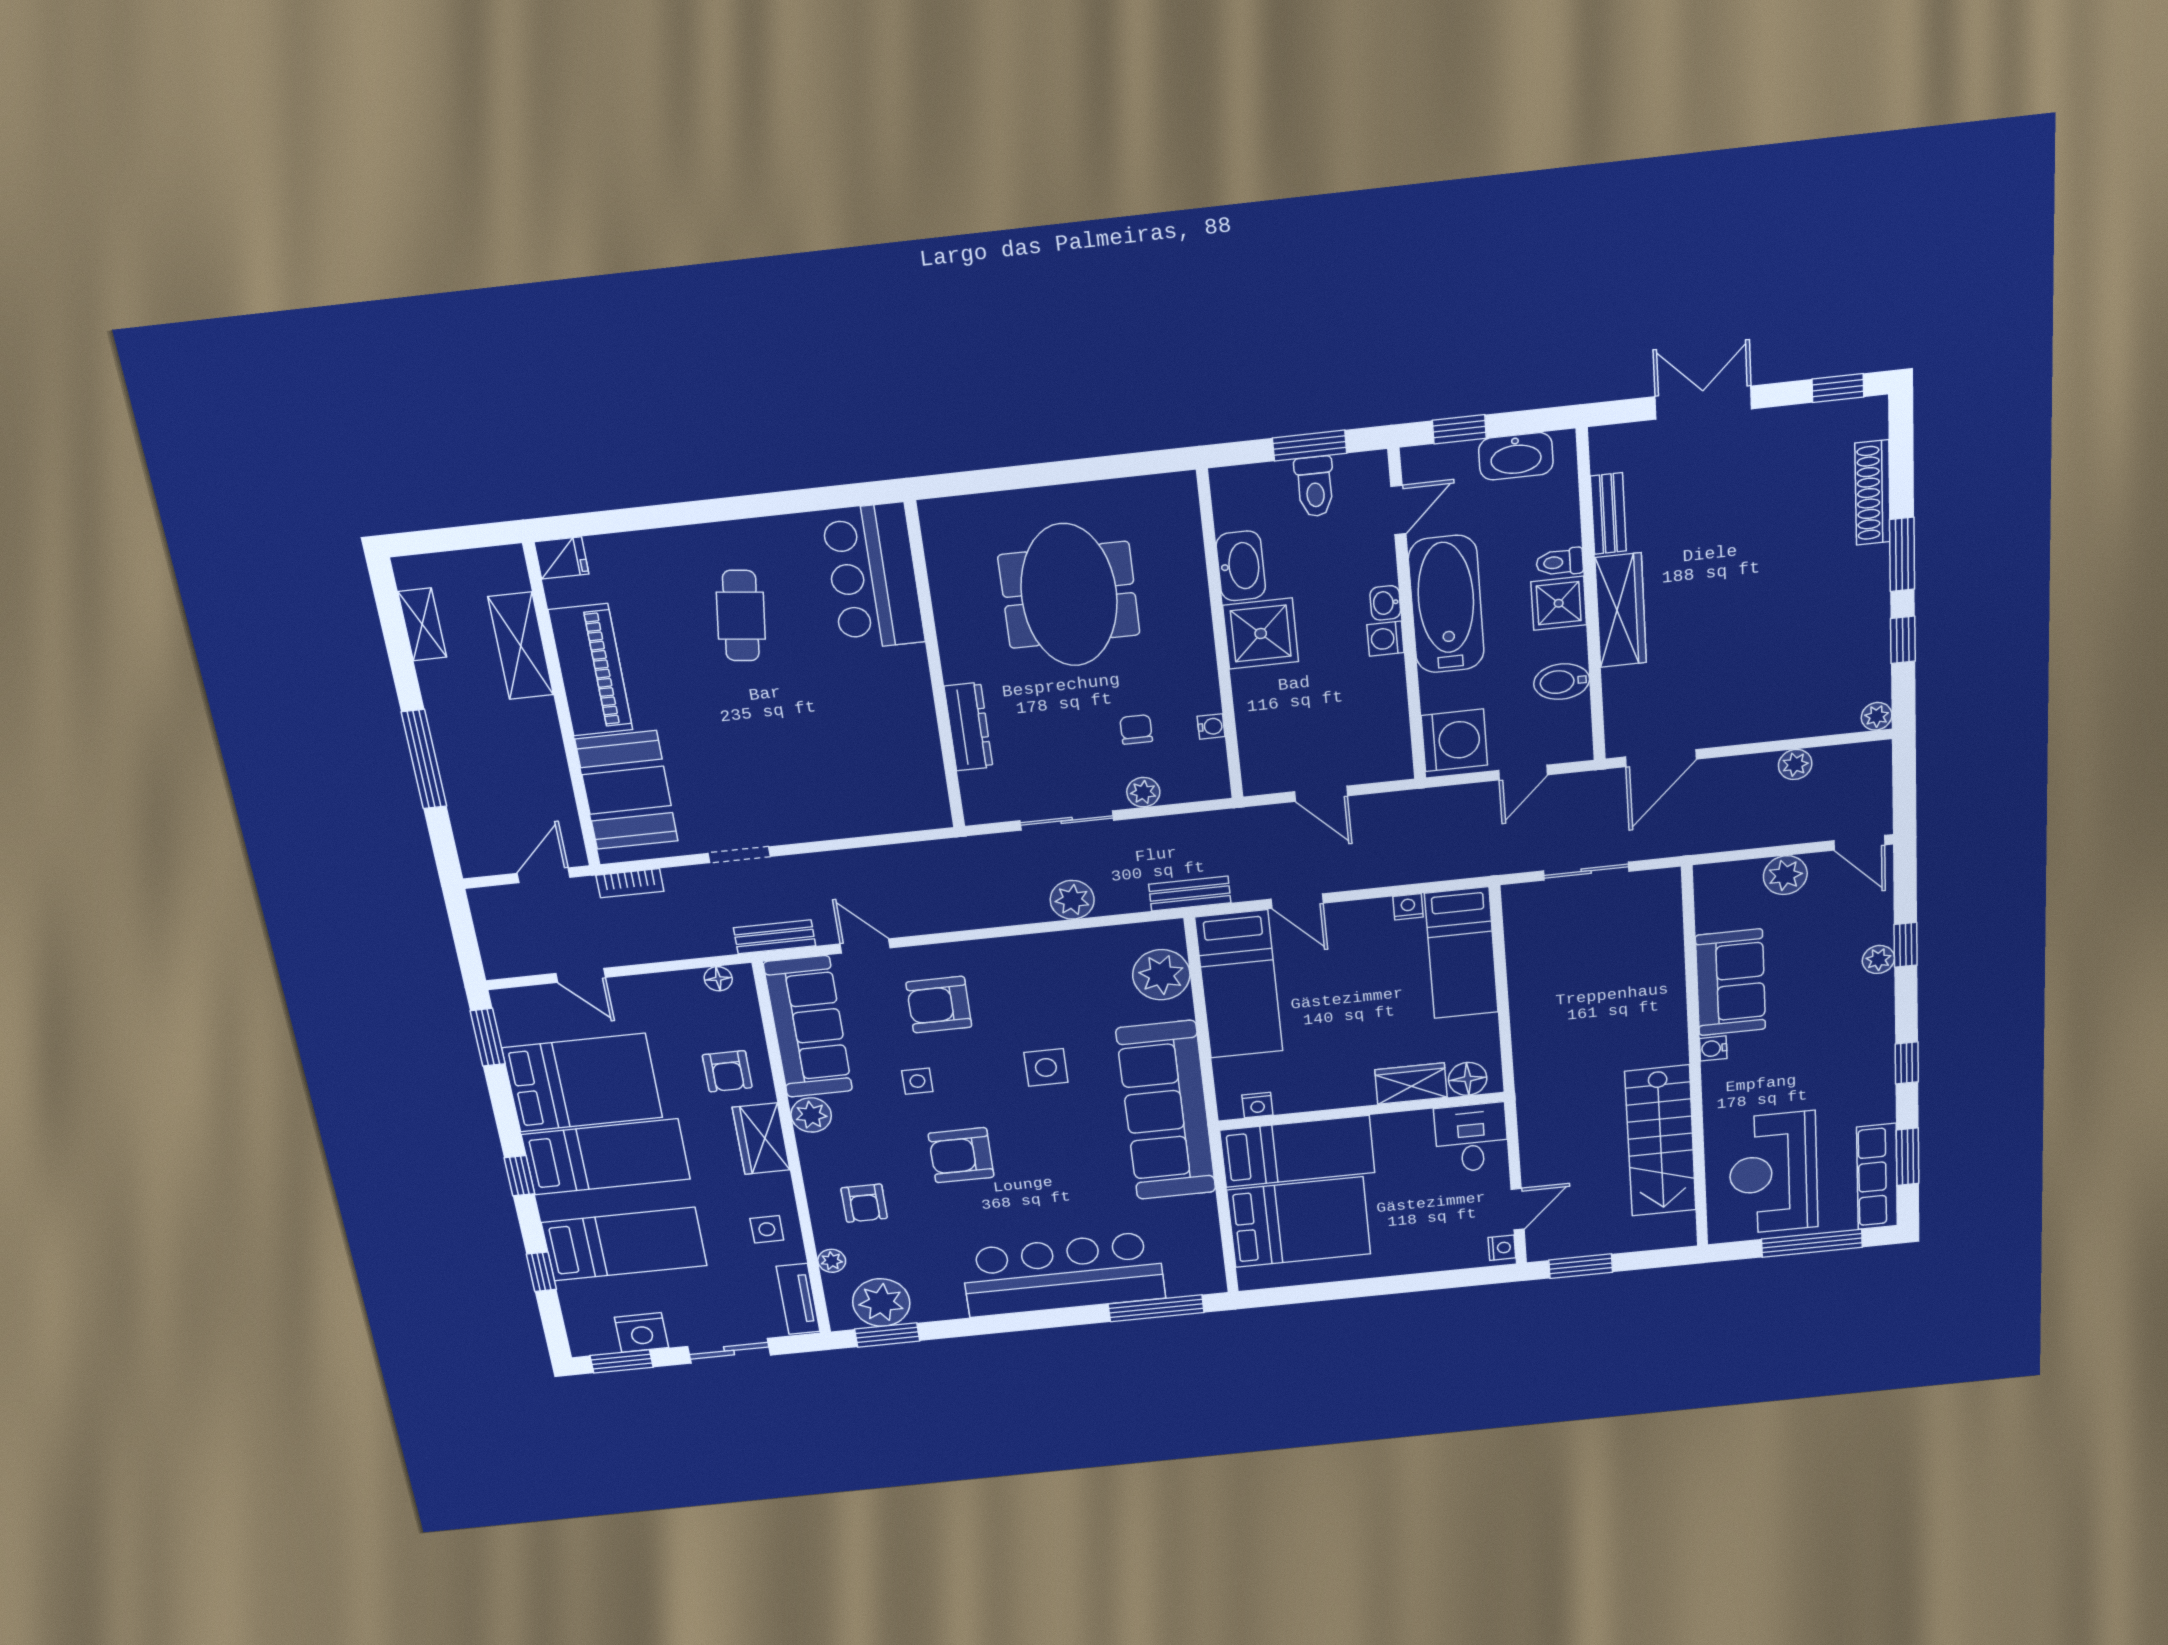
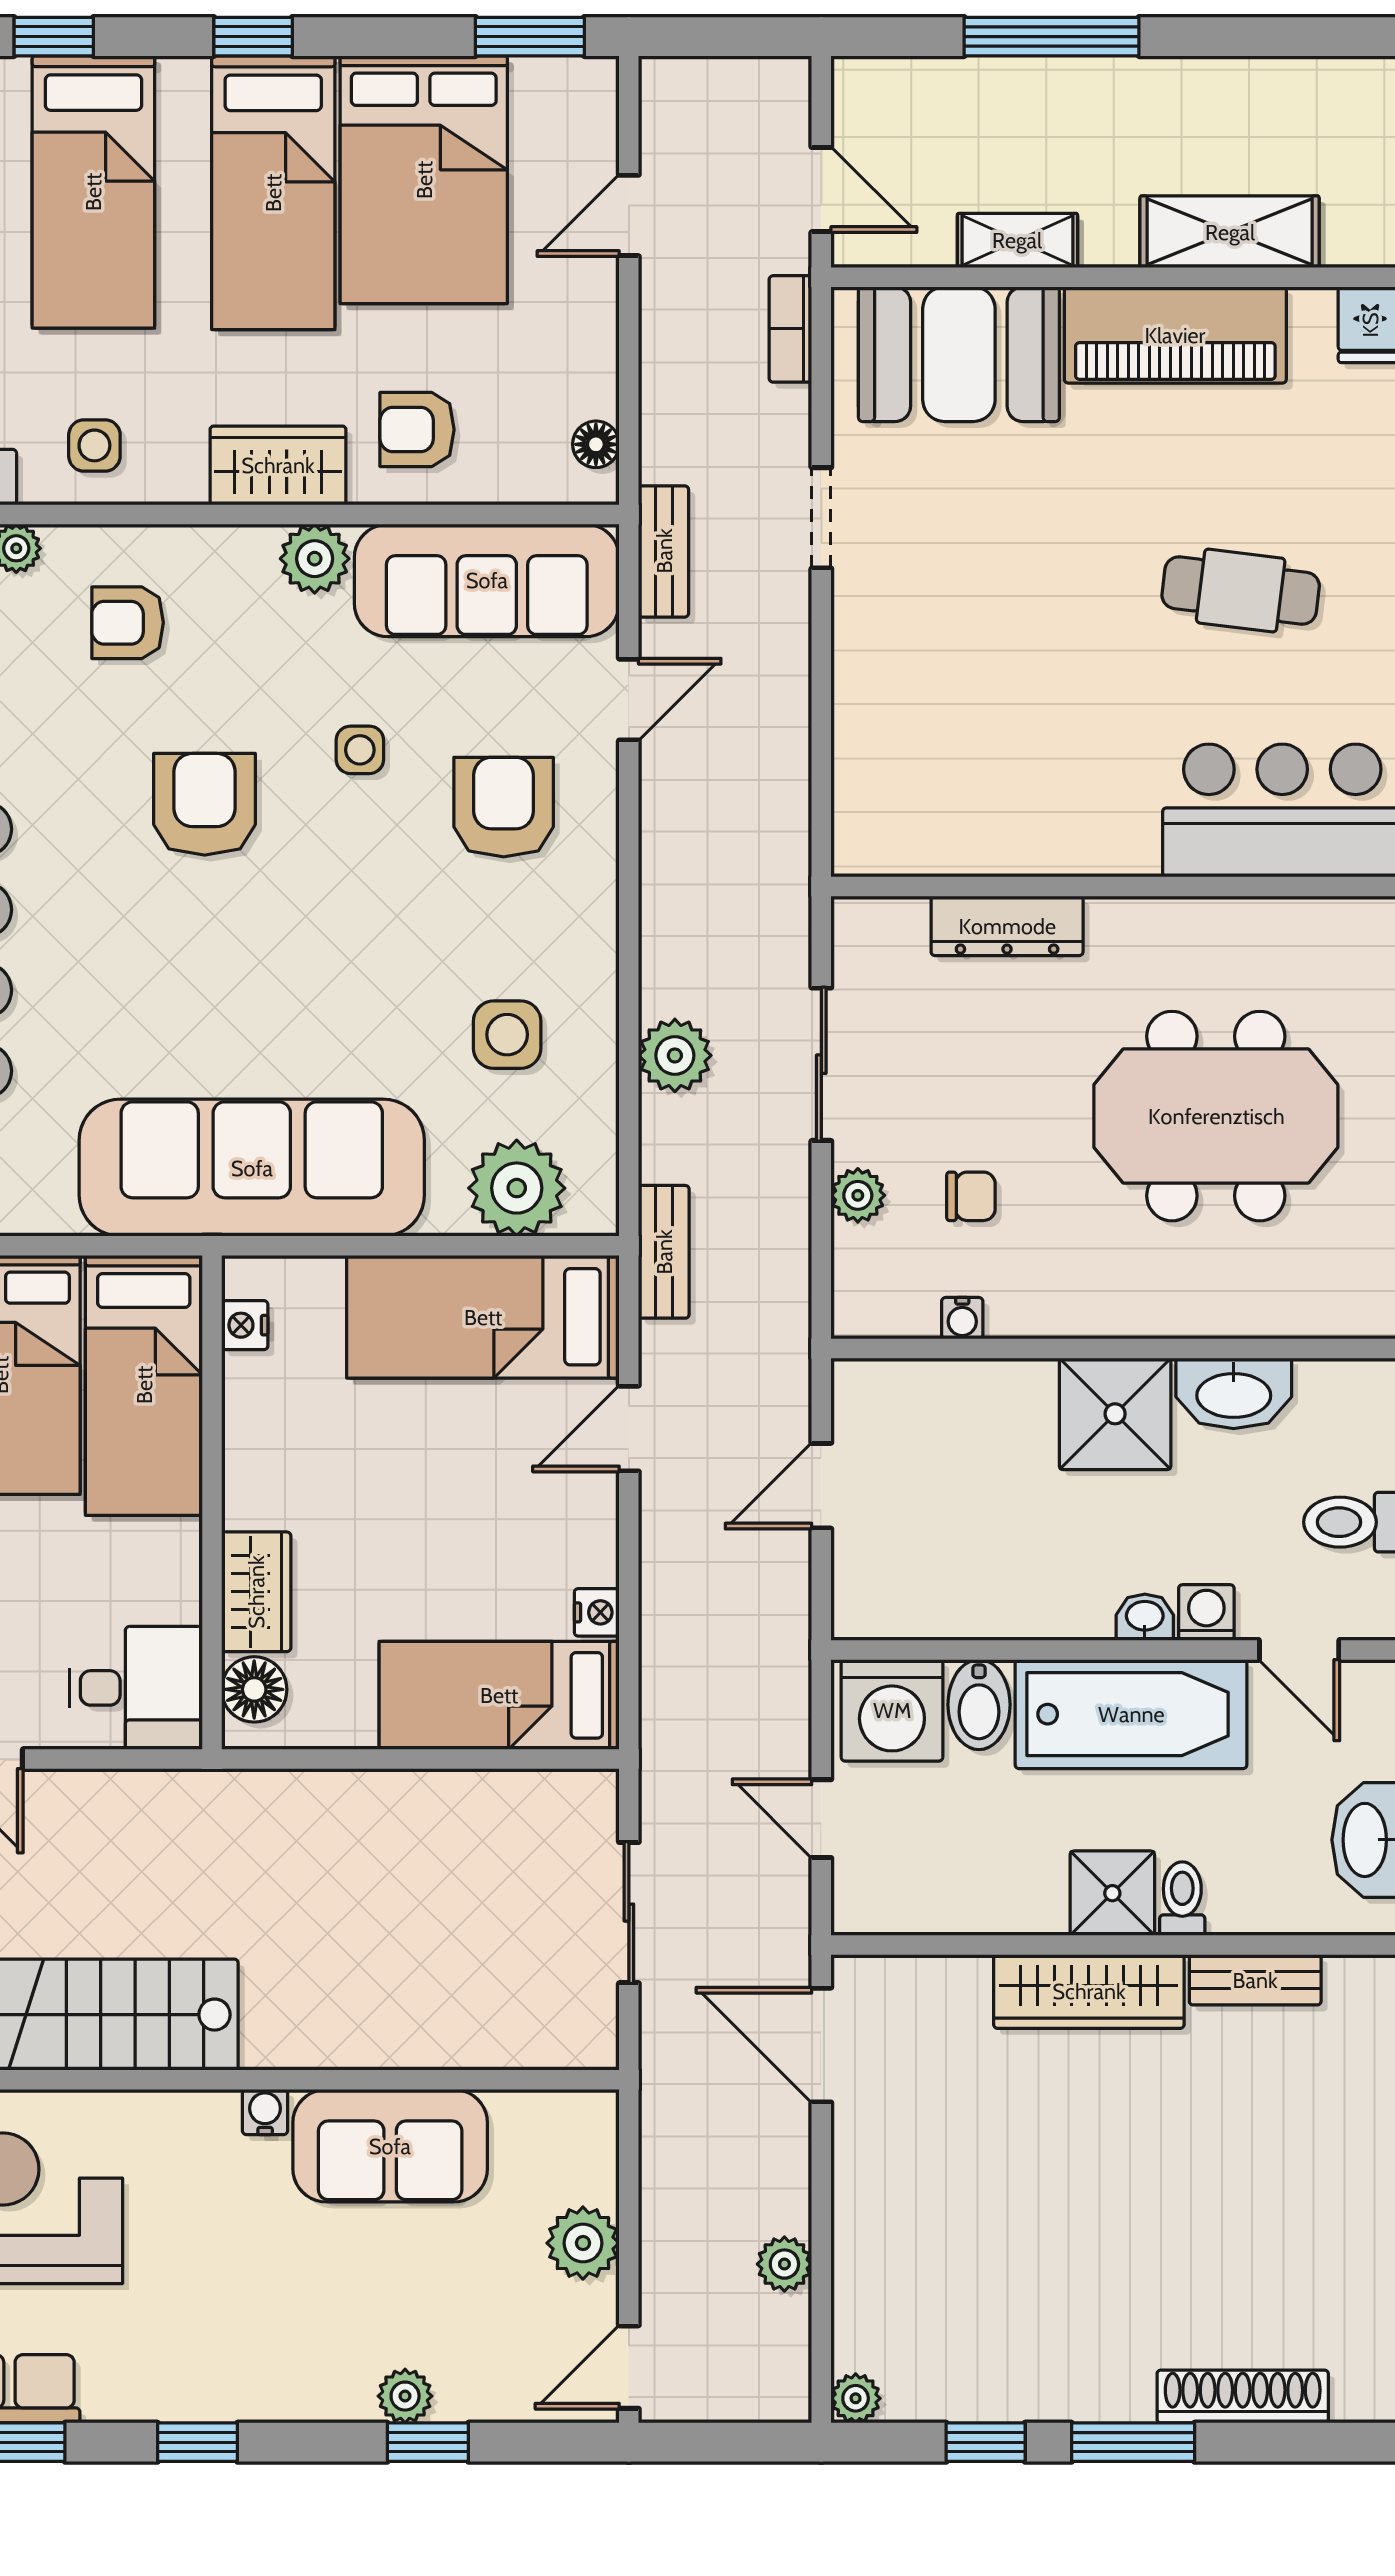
shelving: (422, 624) -> (1017, 240), moved
washing machine: (1385, 639) -> (1206, 1613), moved
bidet: (1562, 682) -> (979, 1705), moved, turned 180
side table: (1046, 1067) -> (507, 1035), moved

